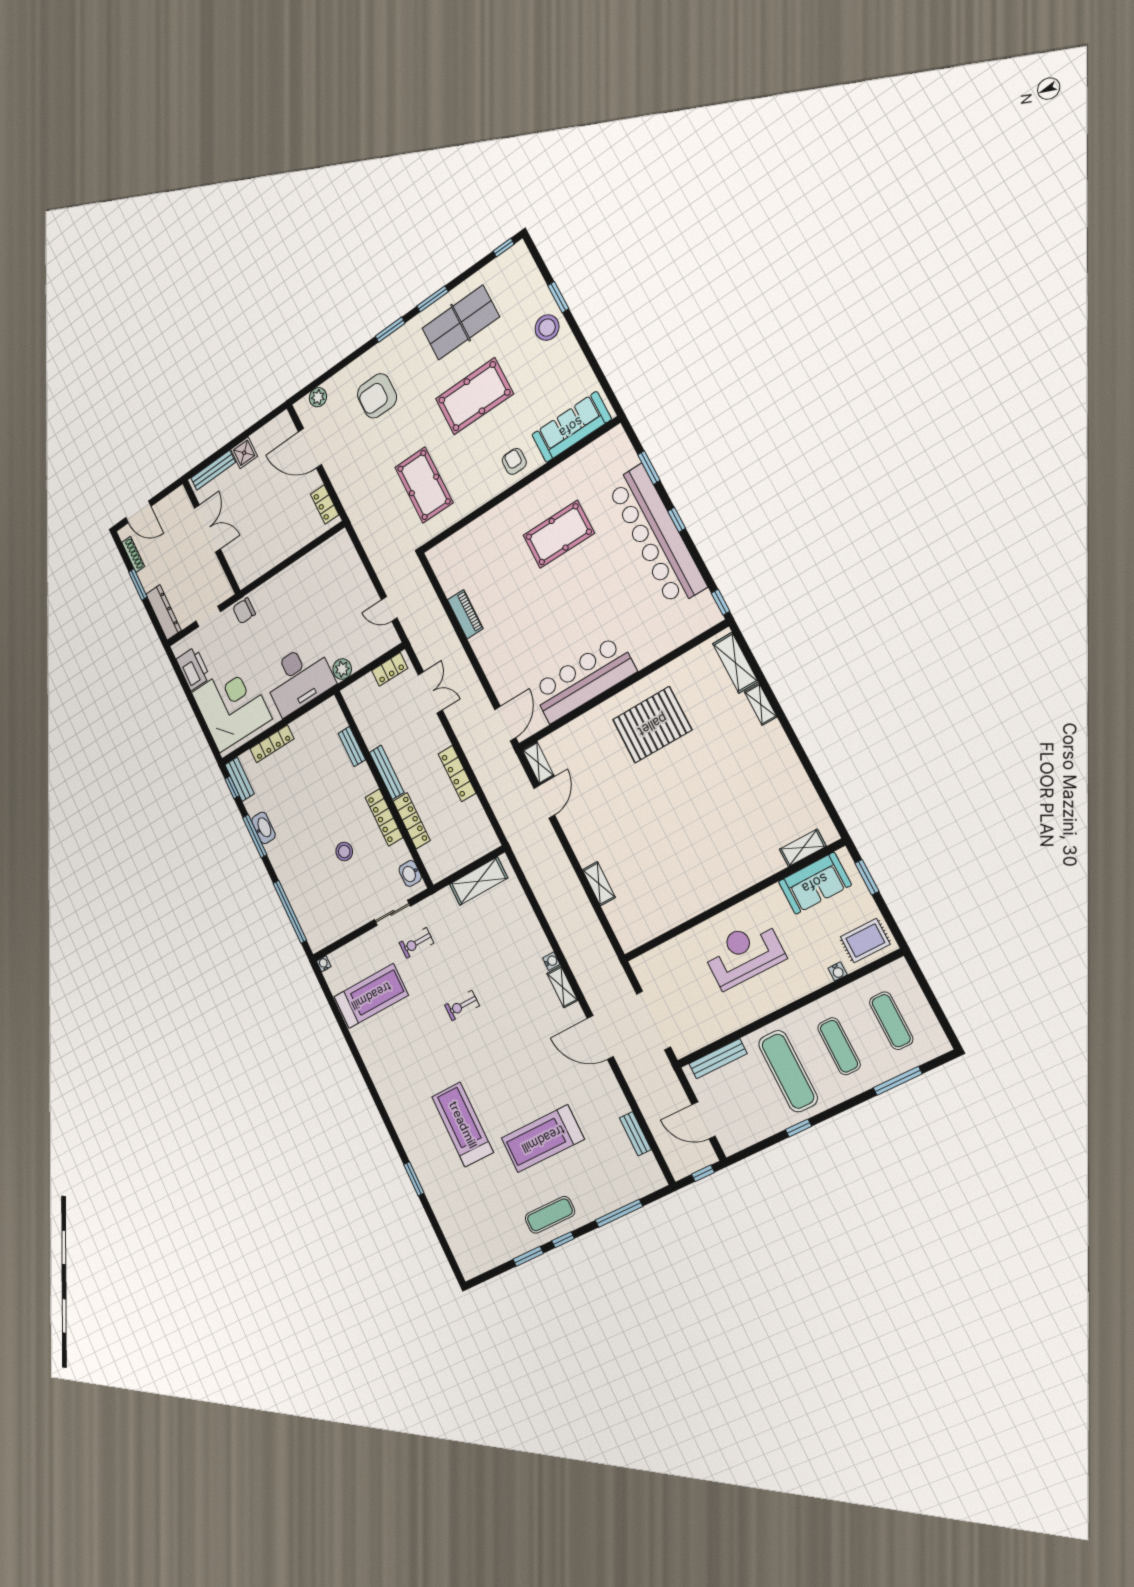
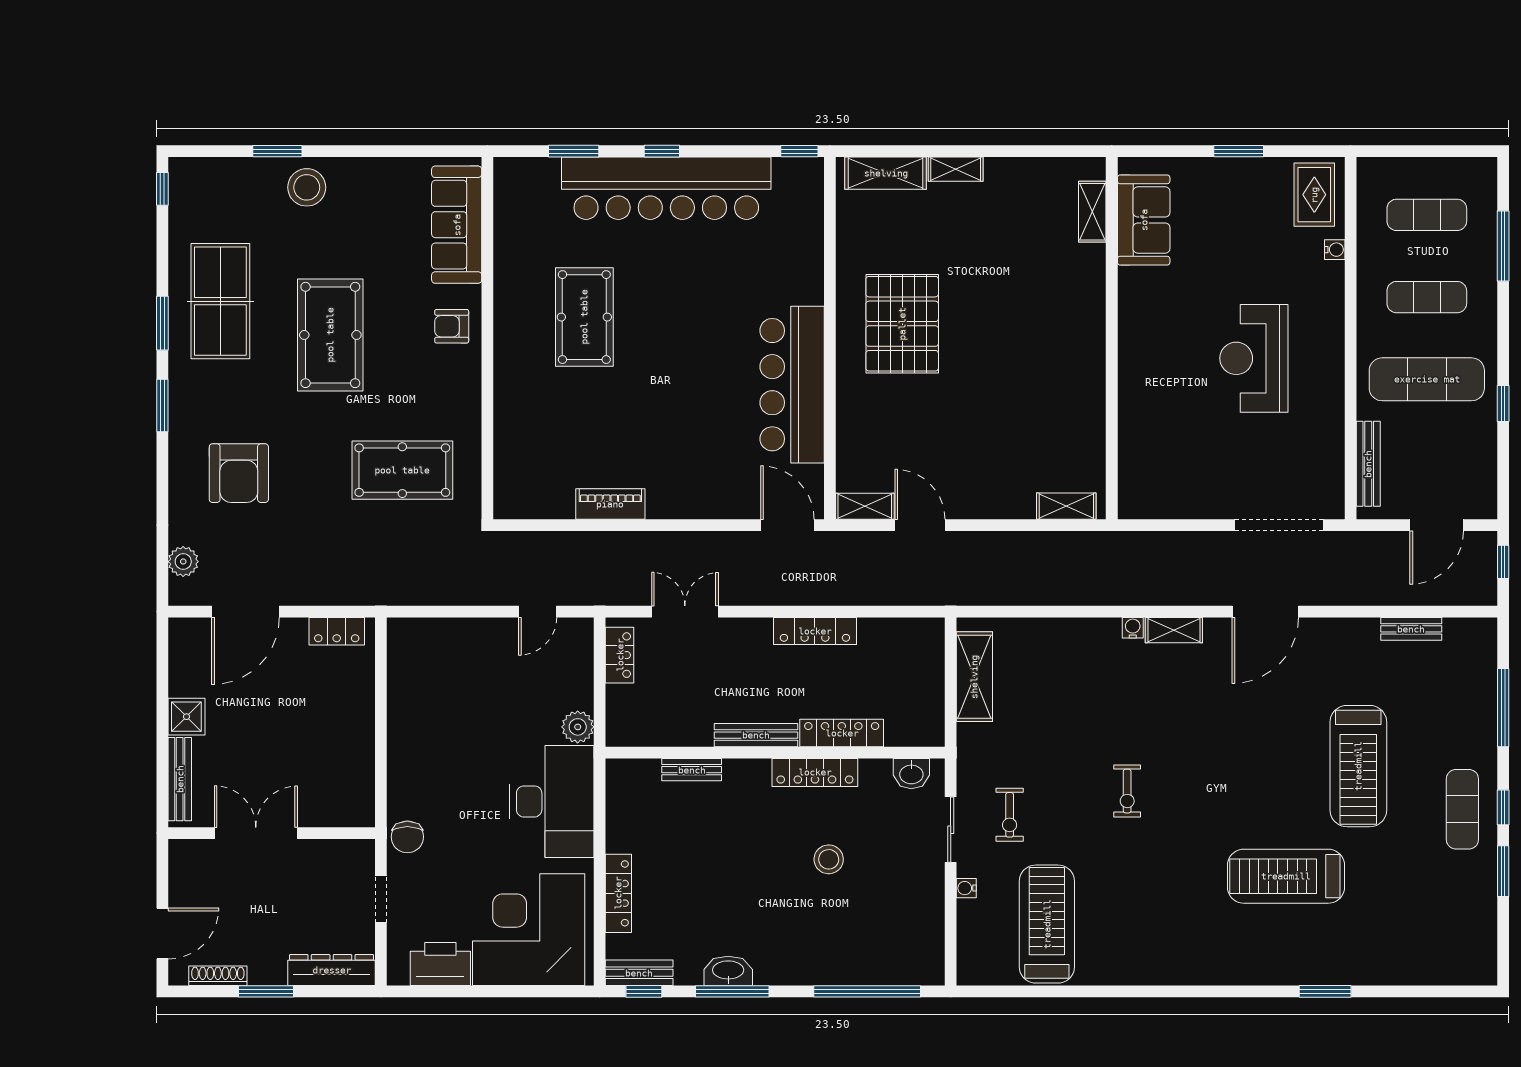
shelving: (803, 848) -> (1092, 212), moved
sofa: (815, 883) -> (1144, 220), moved
wall: (732, 901) -> (1112, 338), moved
water cooler: (324, 964) -> (966, 888), moved

